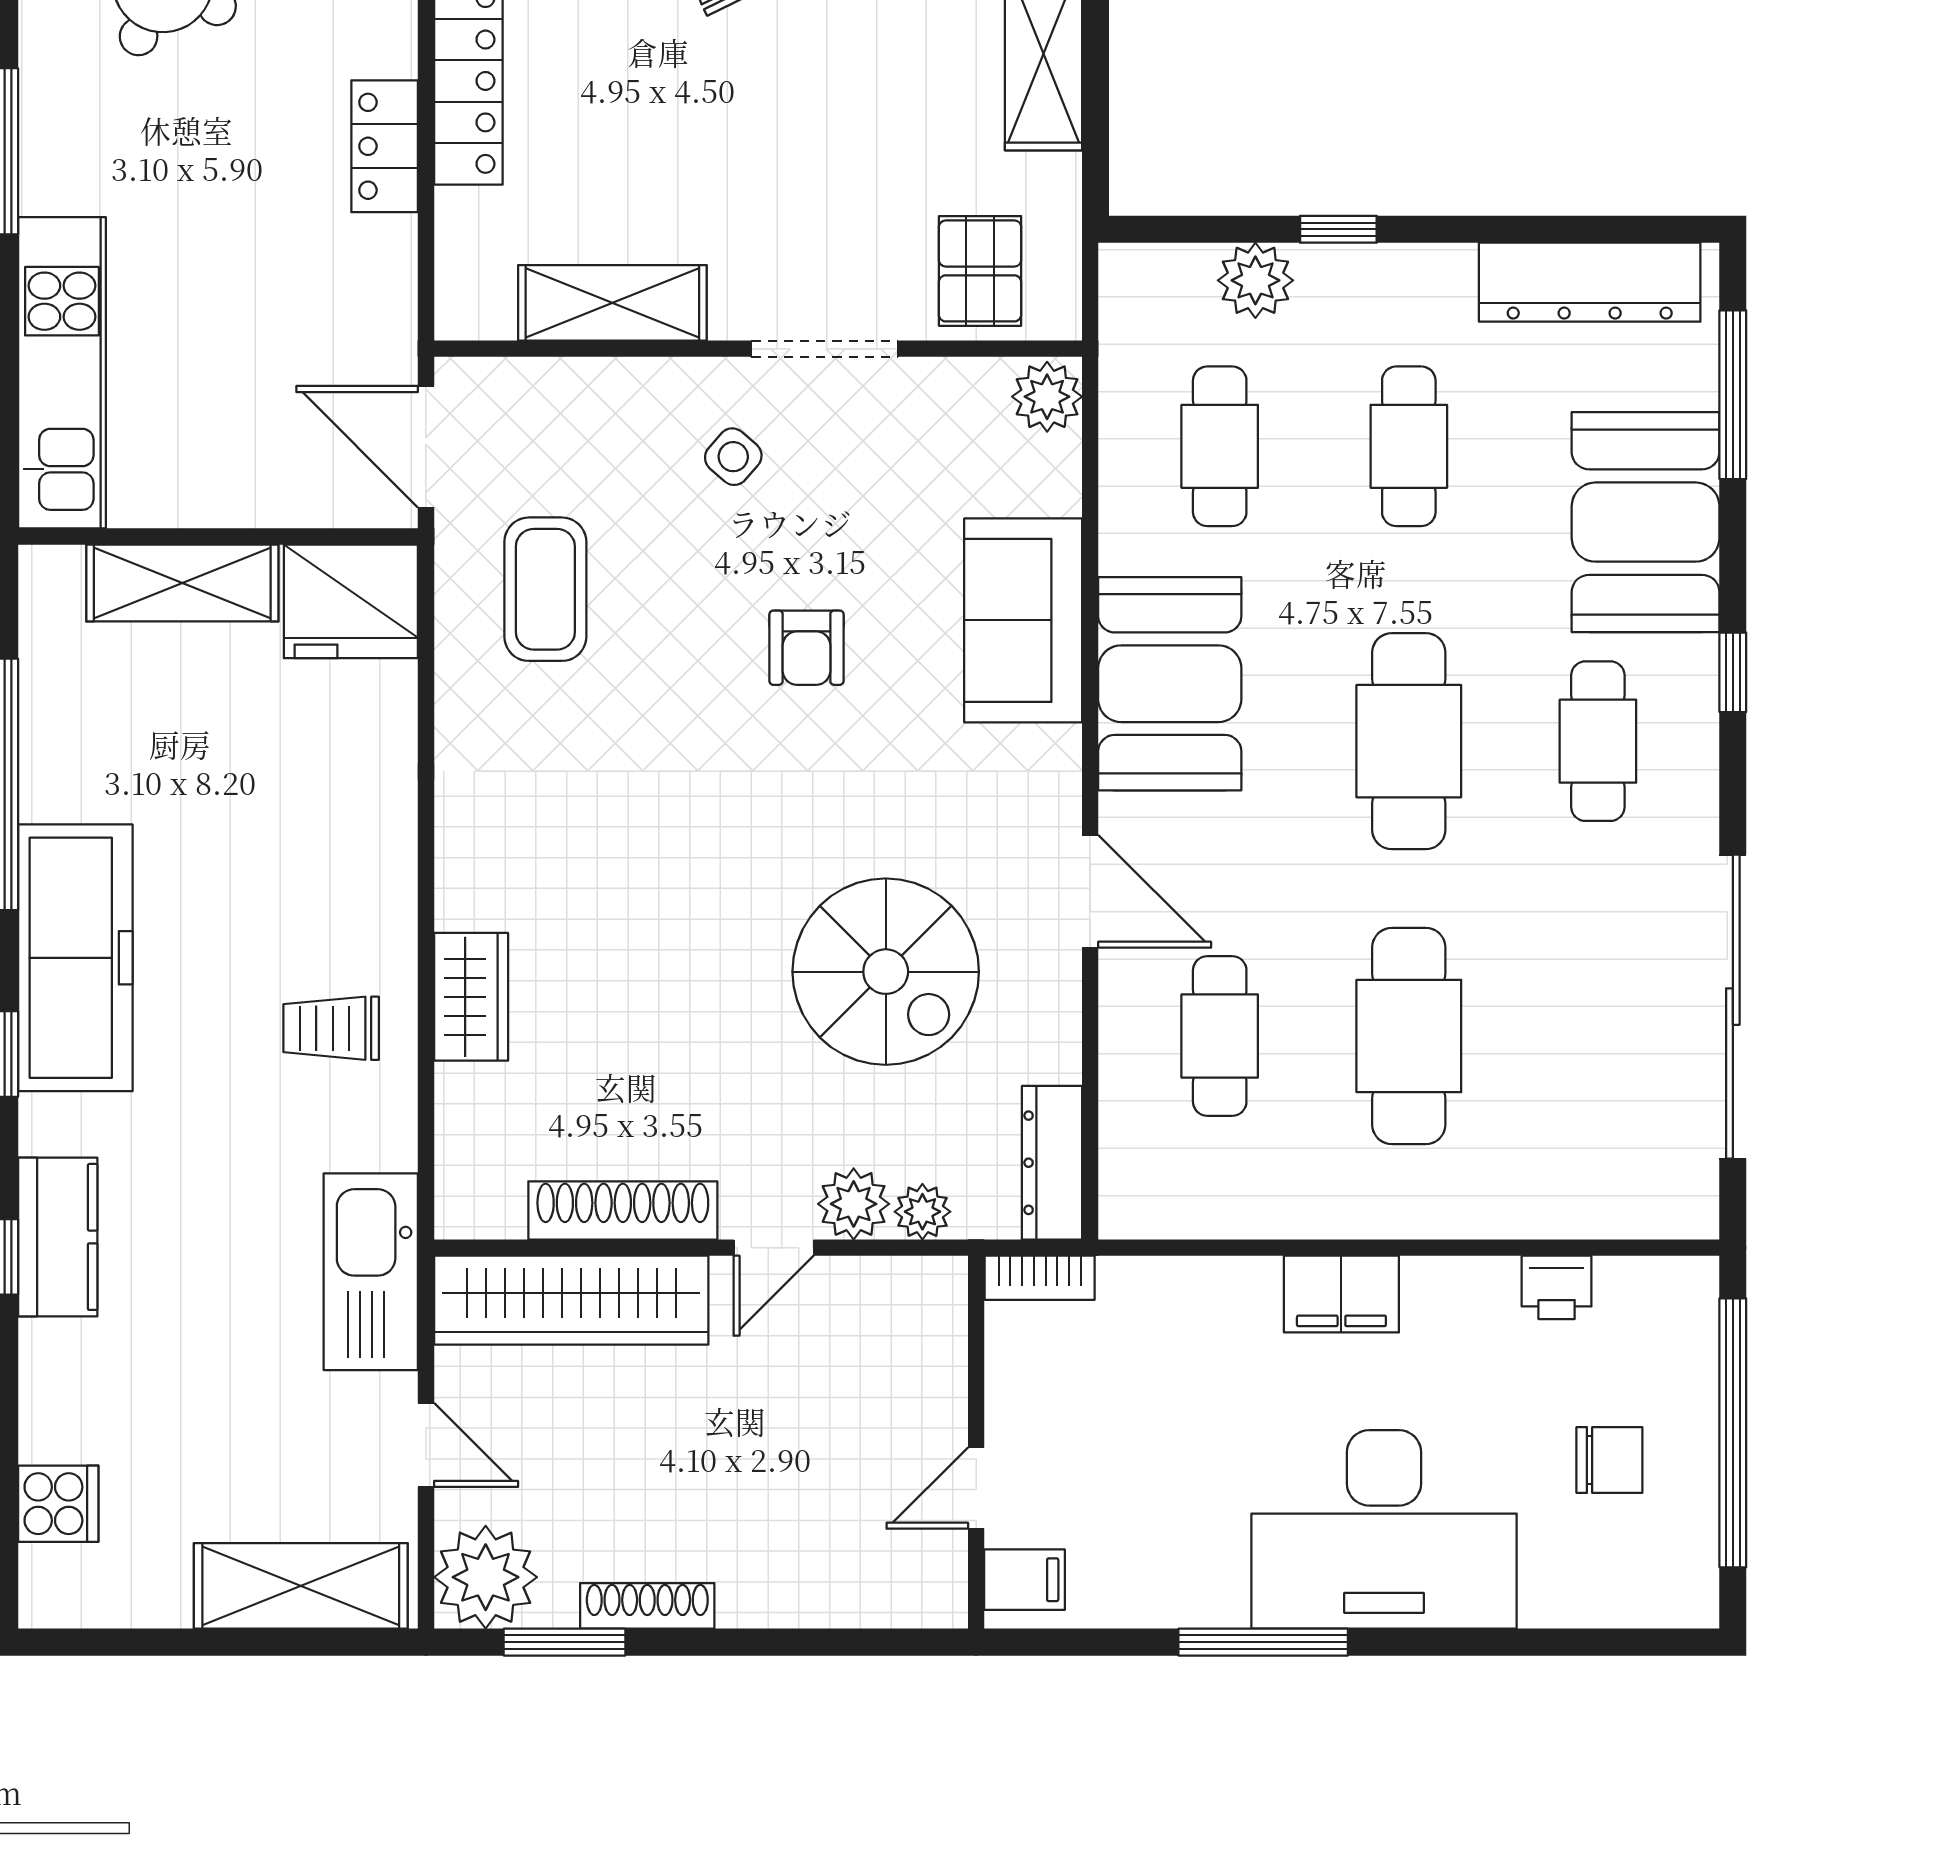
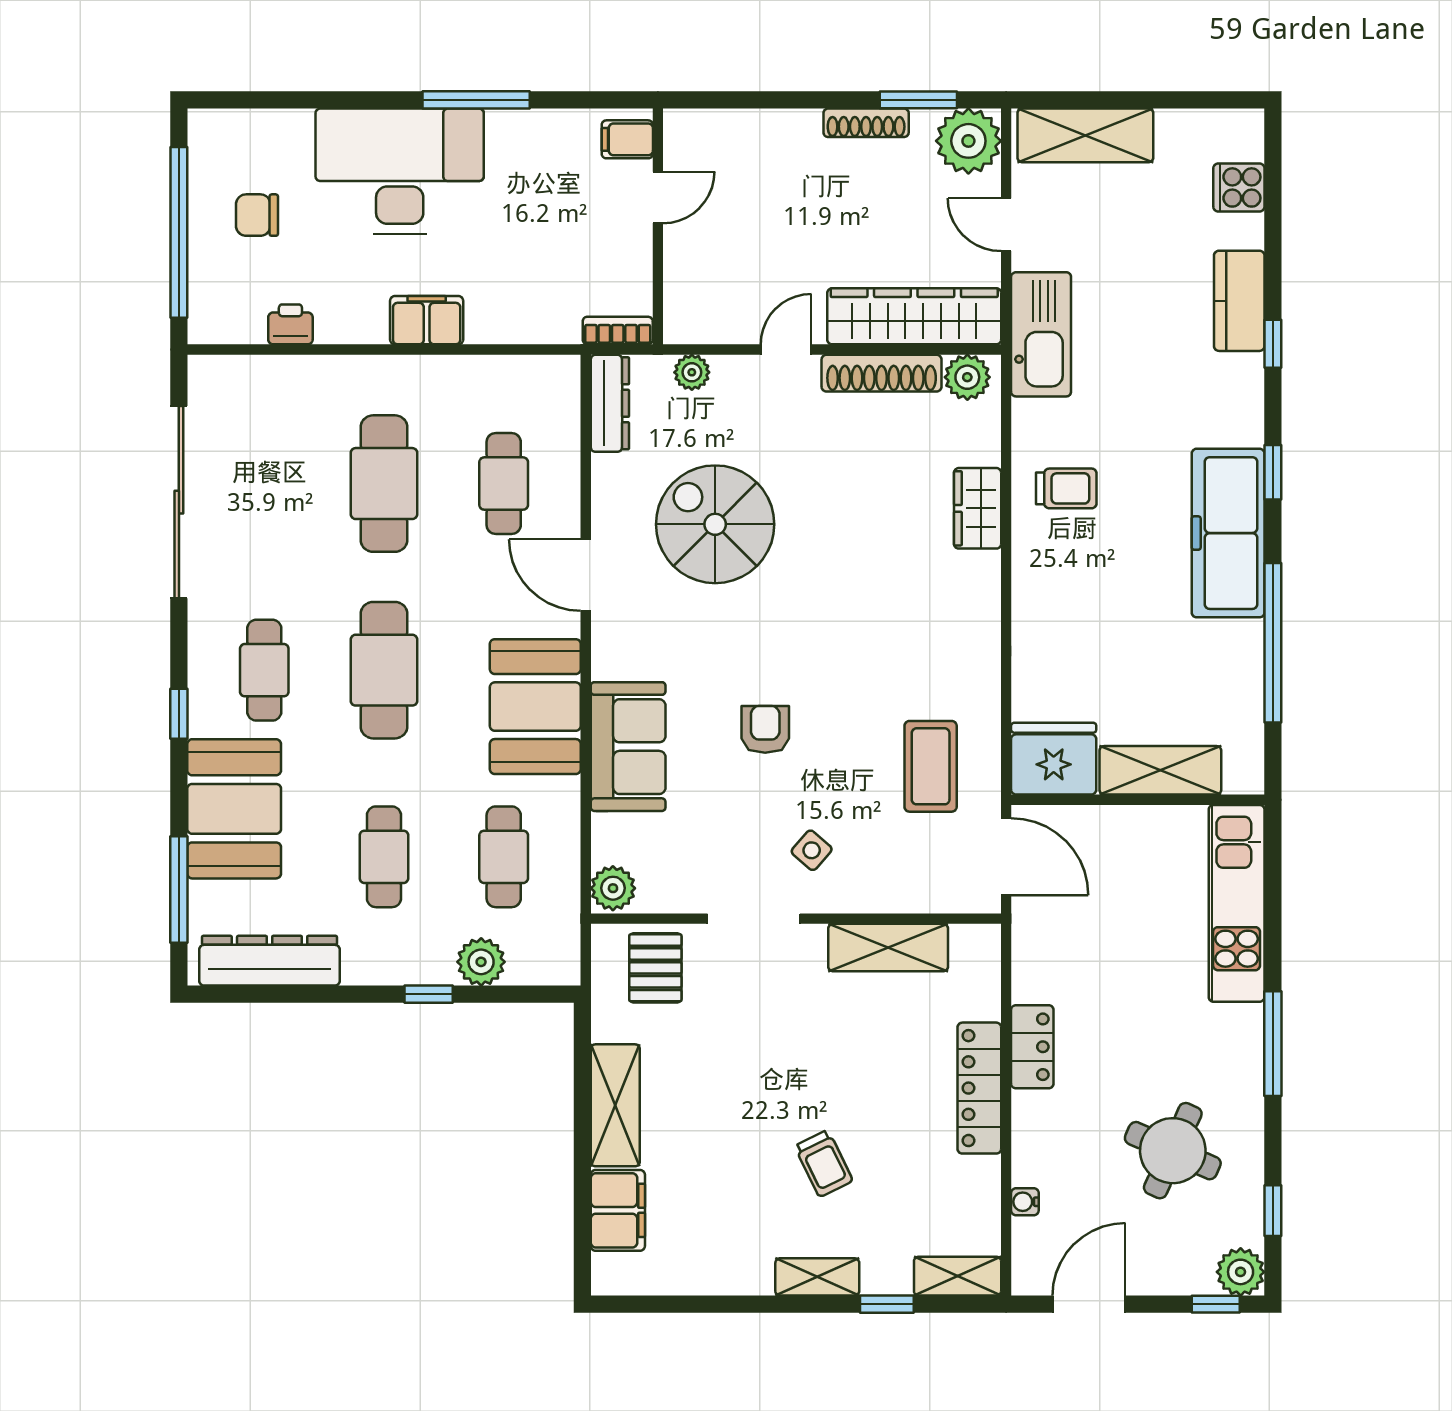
plant: (854, 1204) -> (967, 377), moved
kitchen counter: (58, 1237) -> (1239, 301), moved

